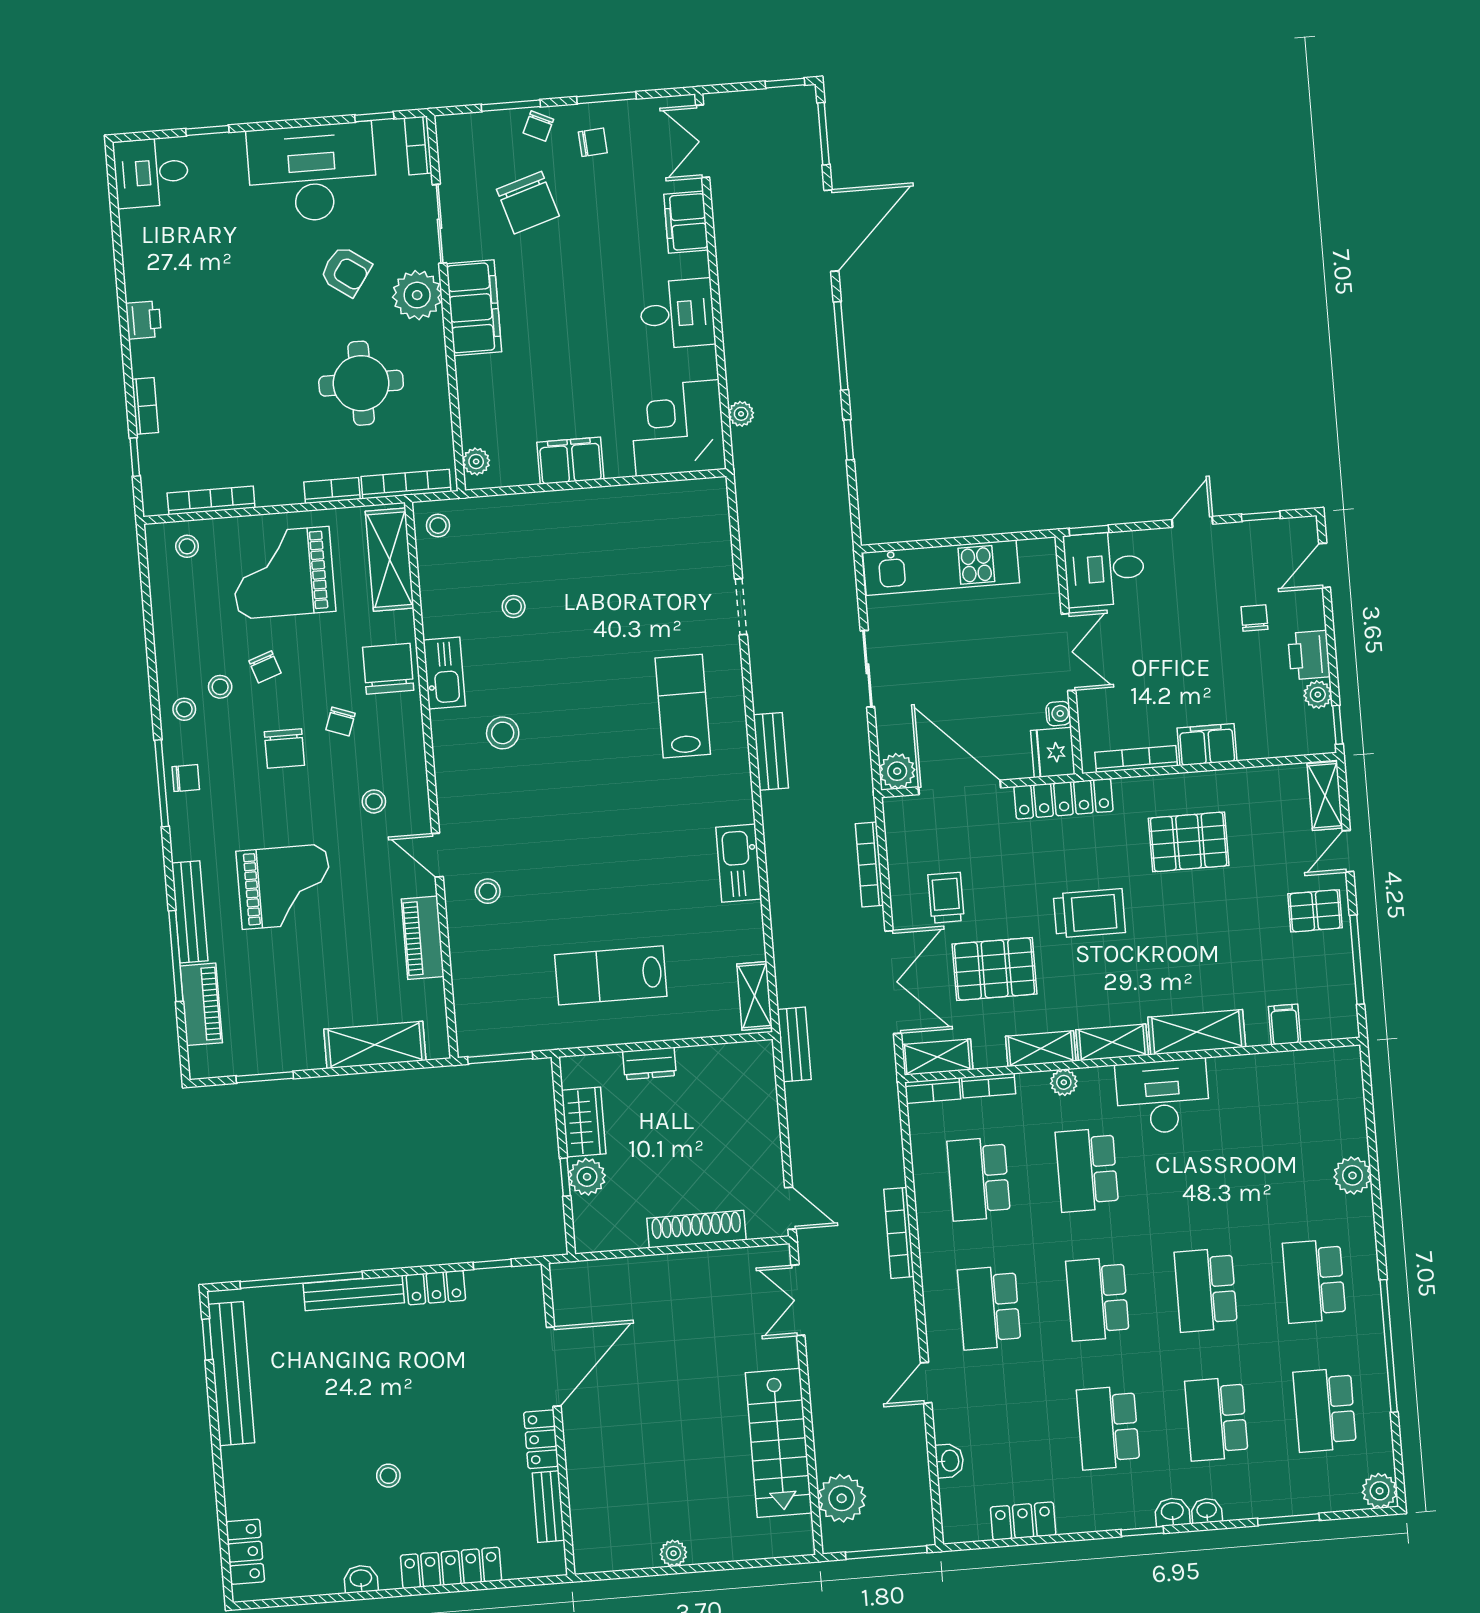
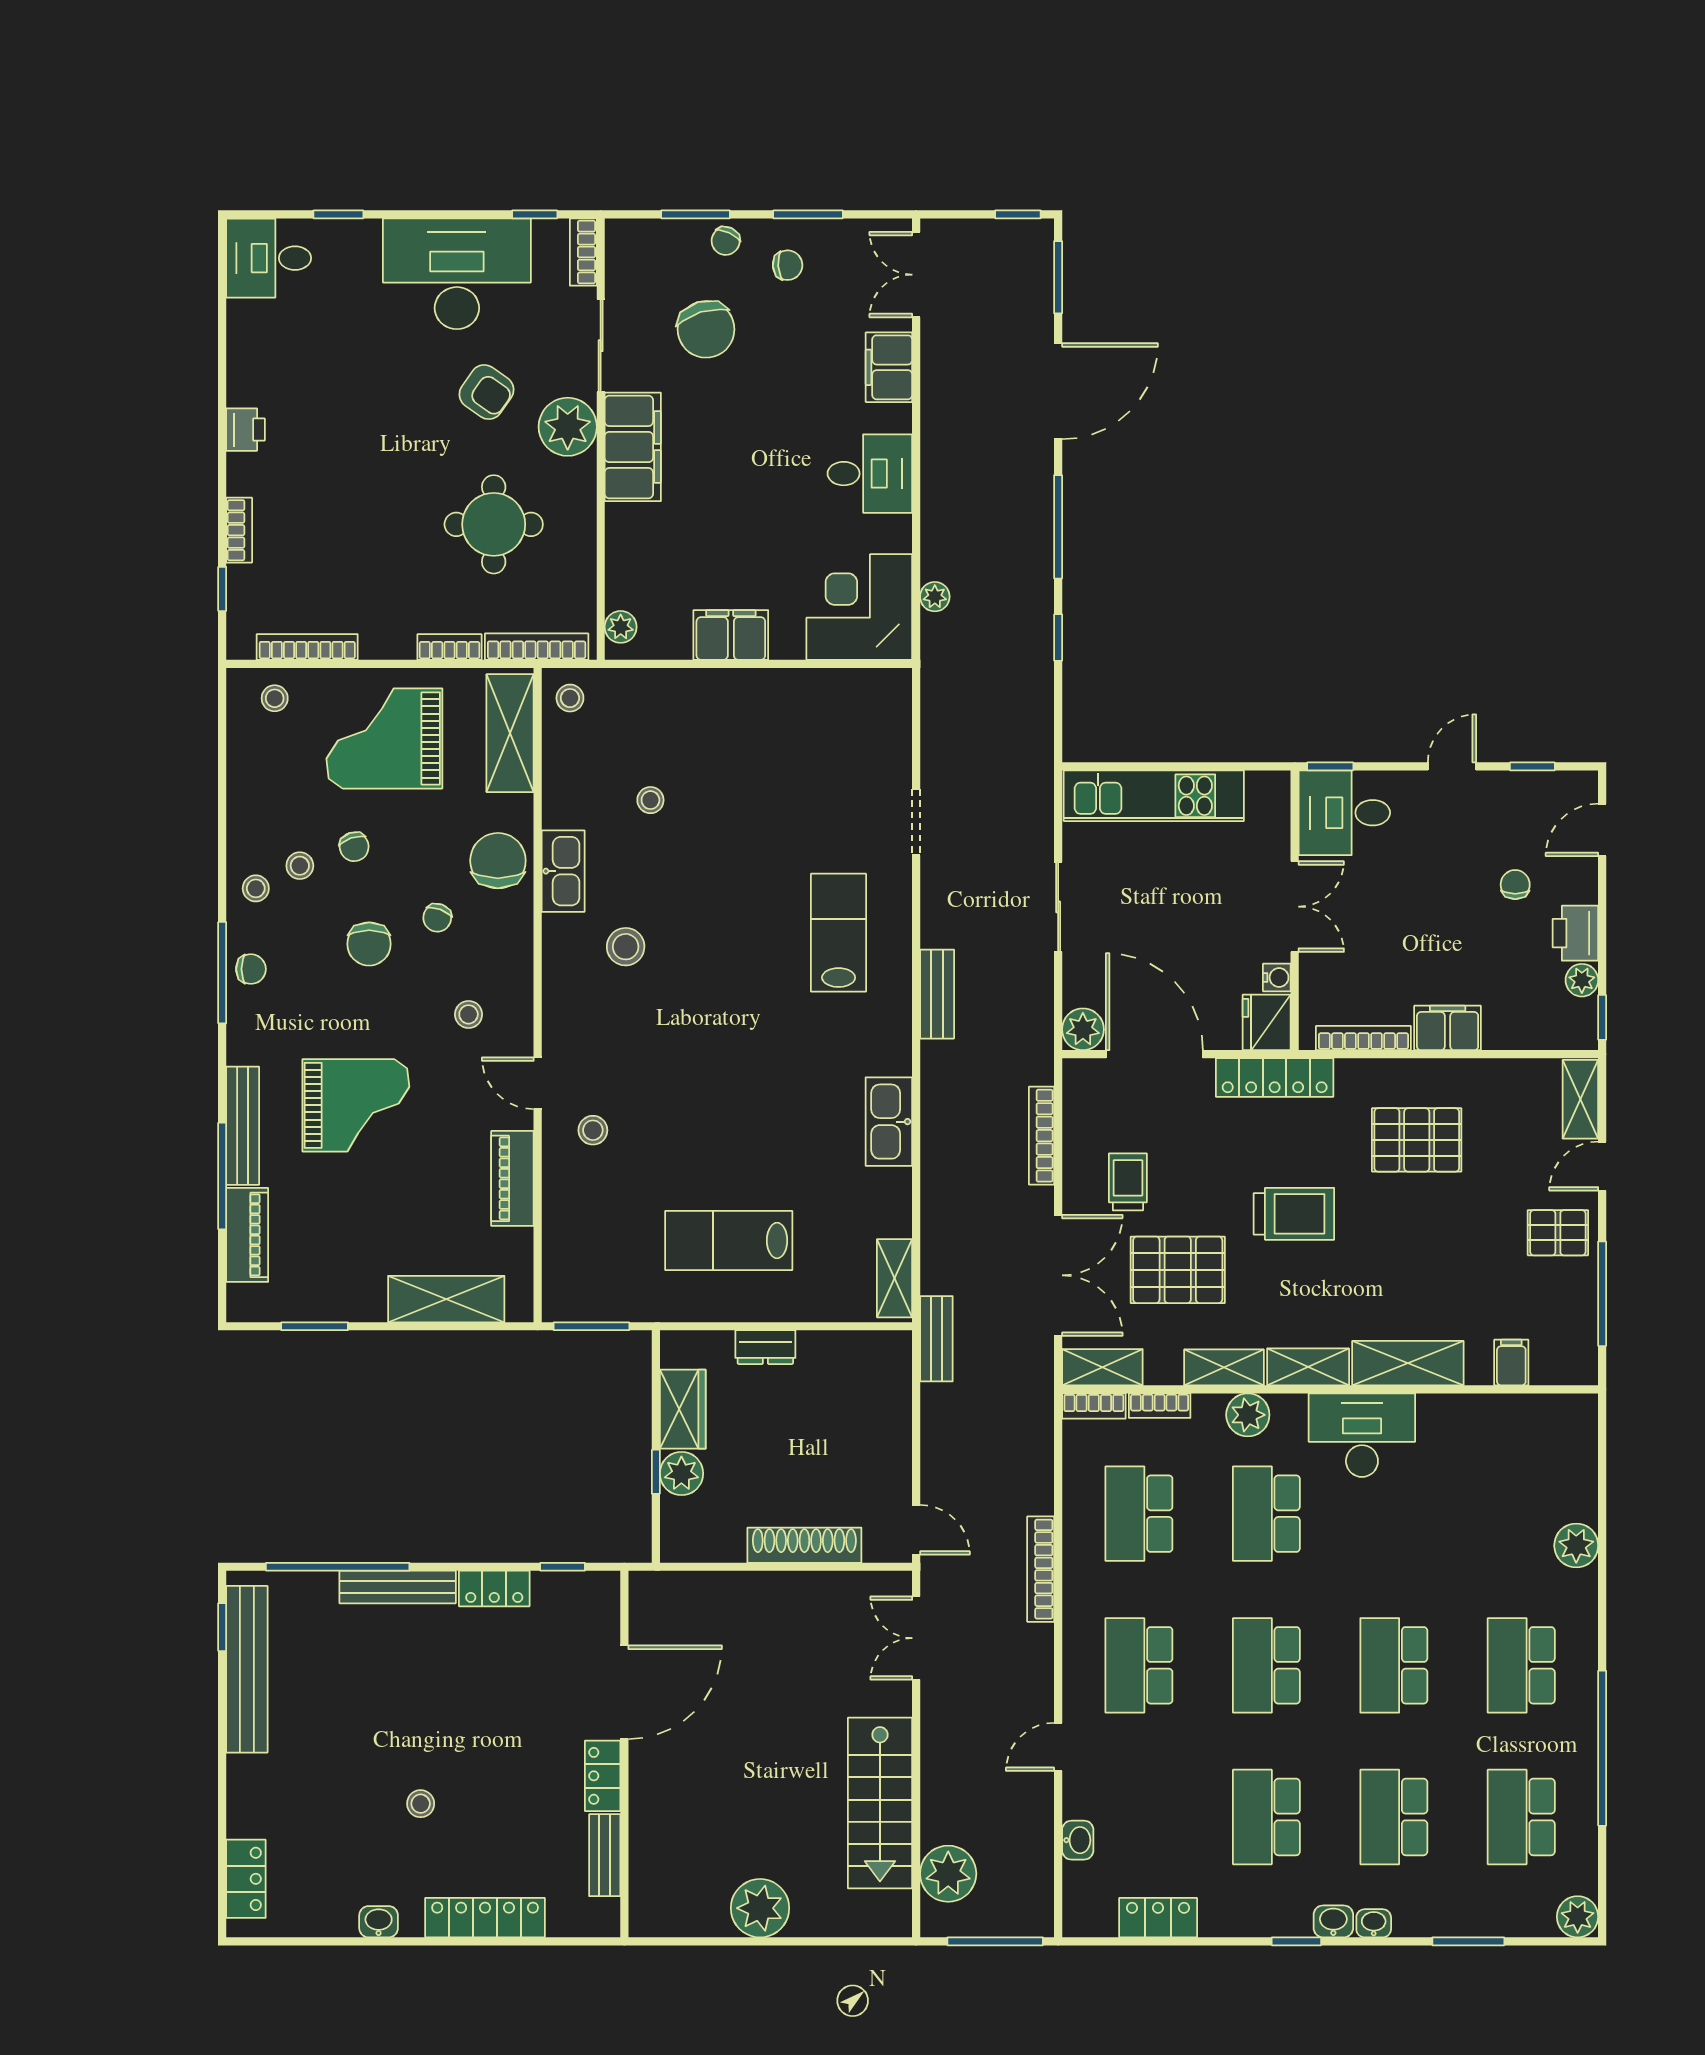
plant: (1064, 1082) -> (1248, 1415), width x1.38, depth x1.38
plant: (673, 1553) -> (760, 1908), width x1.88, depth x1.88

